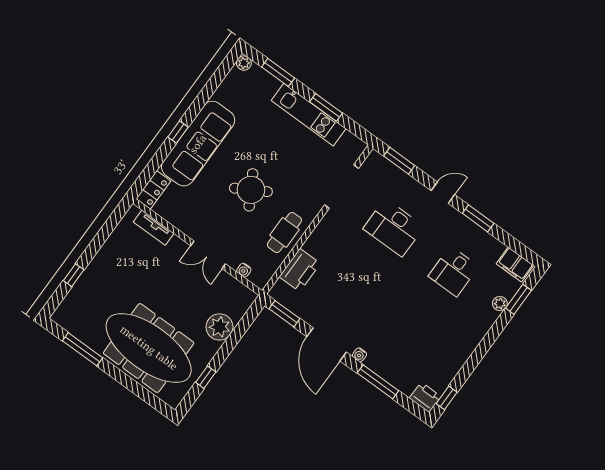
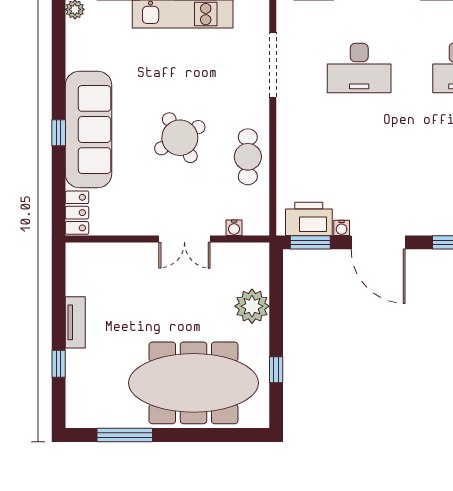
tv unit: (154, 228) -> (75, 322), moved, turned -90
printer: (300, 270) -> (309, 219), moved, turned -90
water cooler: (360, 355) -> (342, 228), moved

